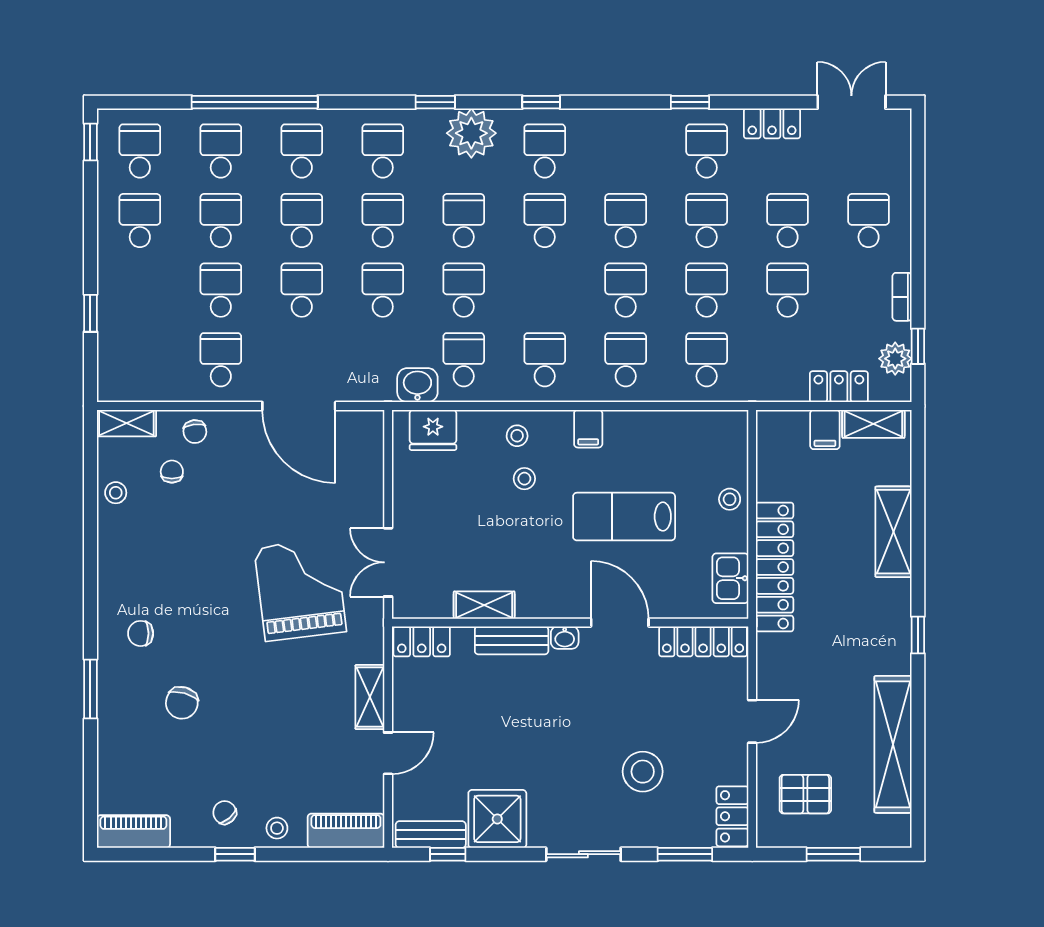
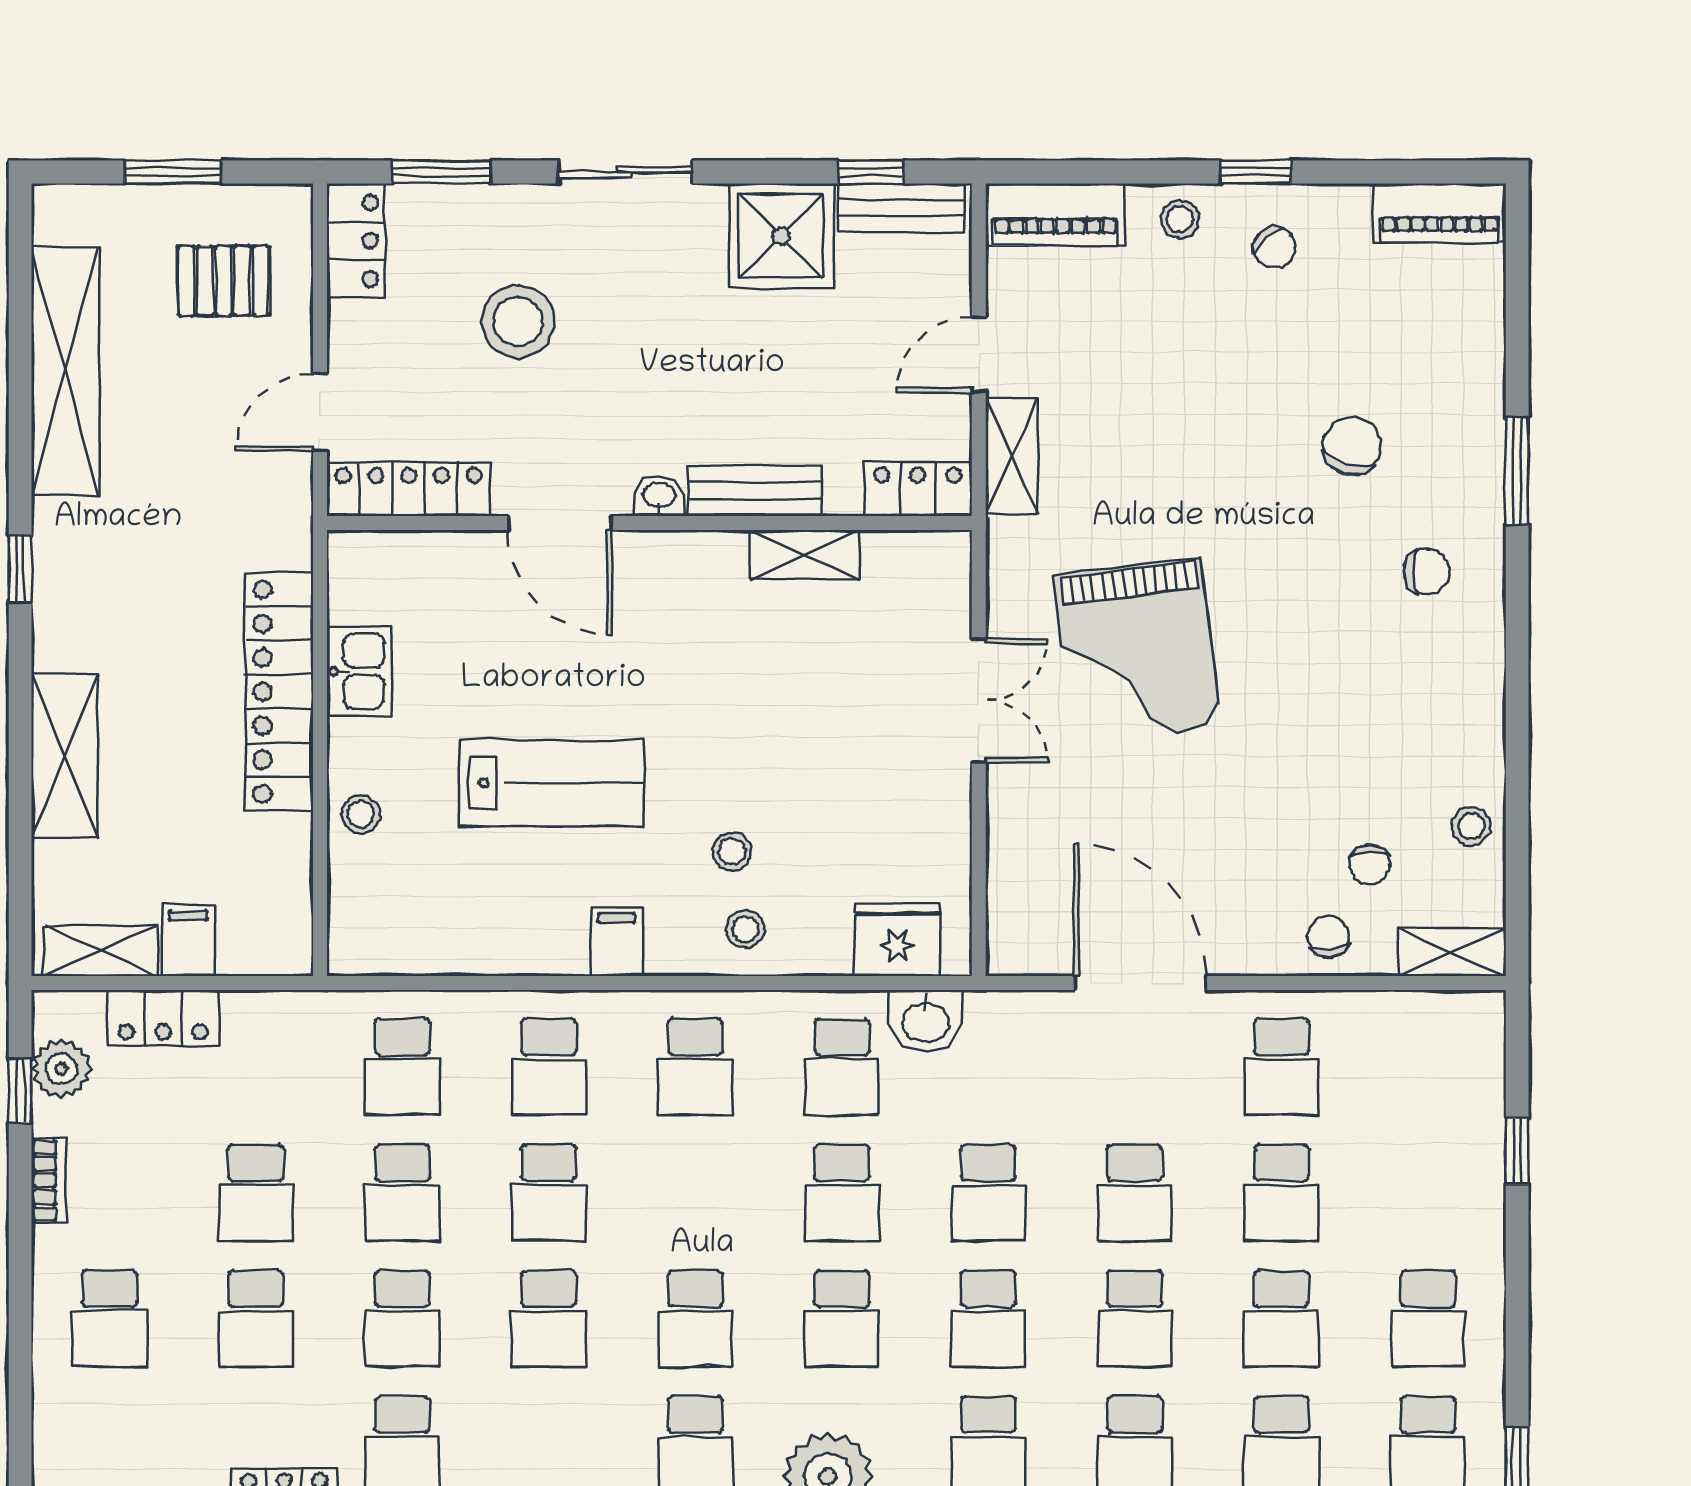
shelving: (484, 605) -> (805, 555), moved
wall: (570, 623) -> (649, 523), moved
door: (620, 623) -> (560, 523), moved
washbasin: (565, 638) -> (659, 496), moved
bench: (512, 640) -> (755, 491), moved
locker: (422, 641) -> (918, 489), moved
locker: (703, 641) -> (409, 489), moved

